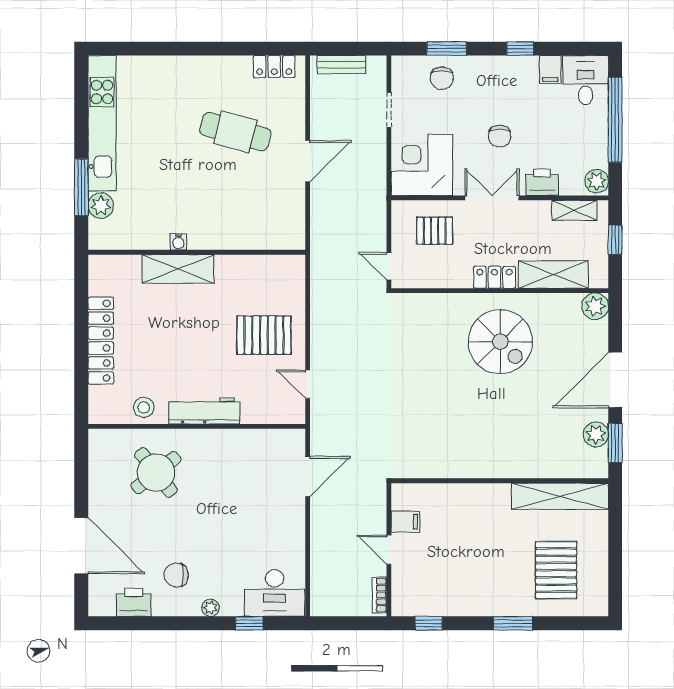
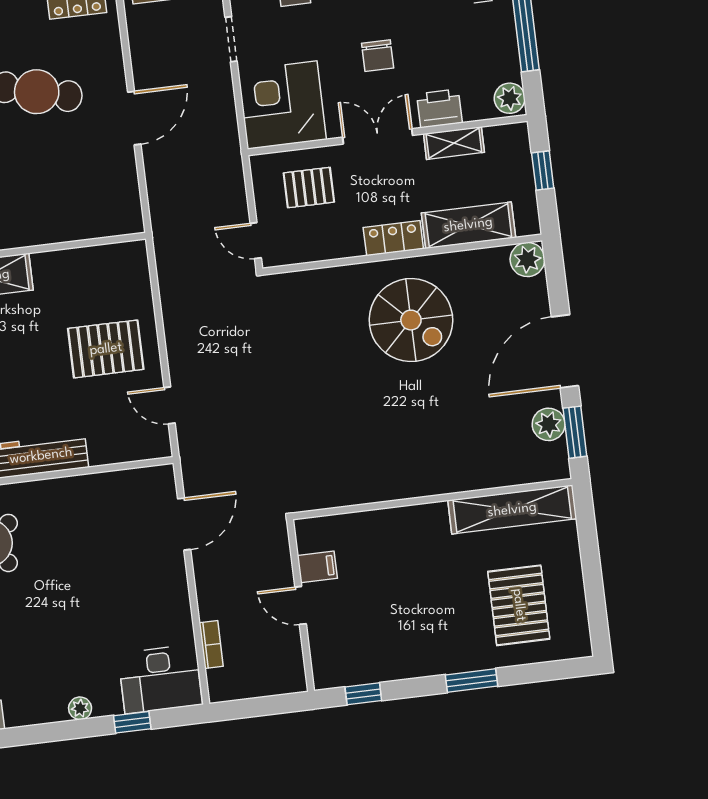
shelving: (574, 210) -> (454, 143), moved
chair: (176, 575) -> (31, 672), removed
bookcase: (380, 595) -> (211, 644), moved, turned 180

